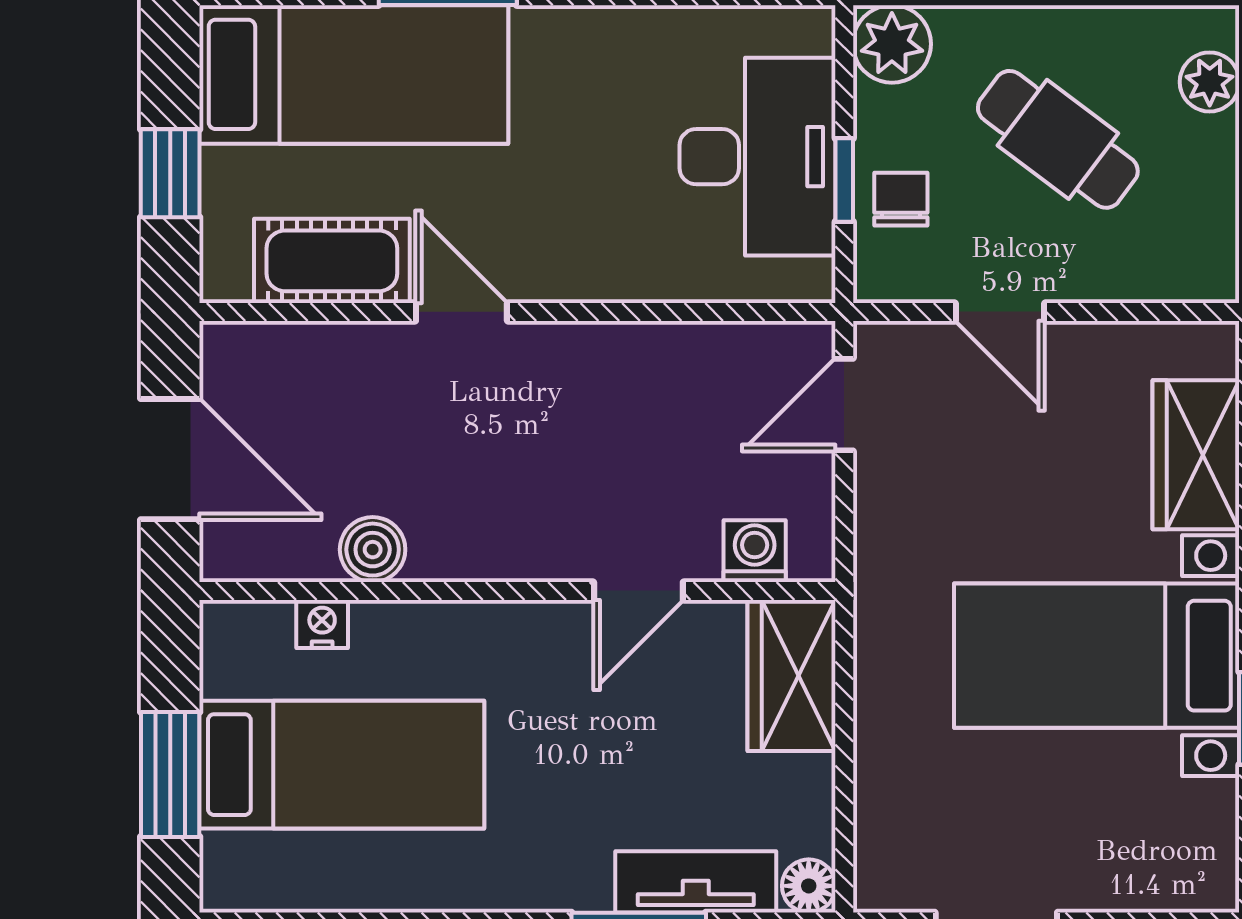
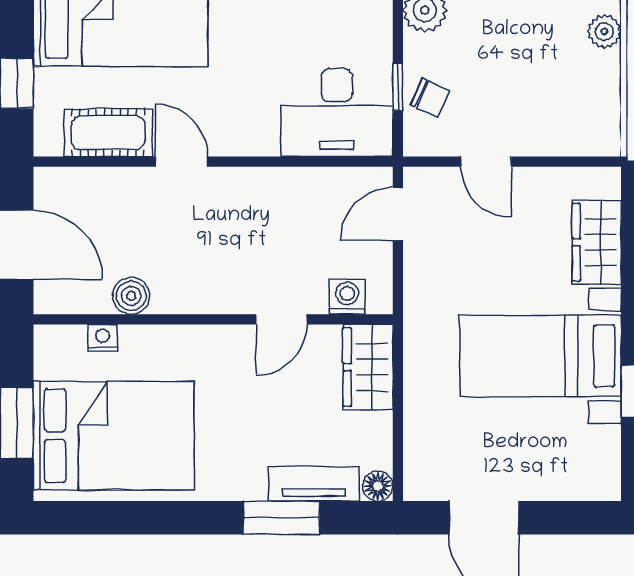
cafe table: (1058, 139) -> (519, 64), removed
desk: (758, 157) -> (337, 113), moved, turned 90
chair: (901, 199) -> (430, 98), turned 114
bed: (342, 765) -> (114, 436), width x1.50

